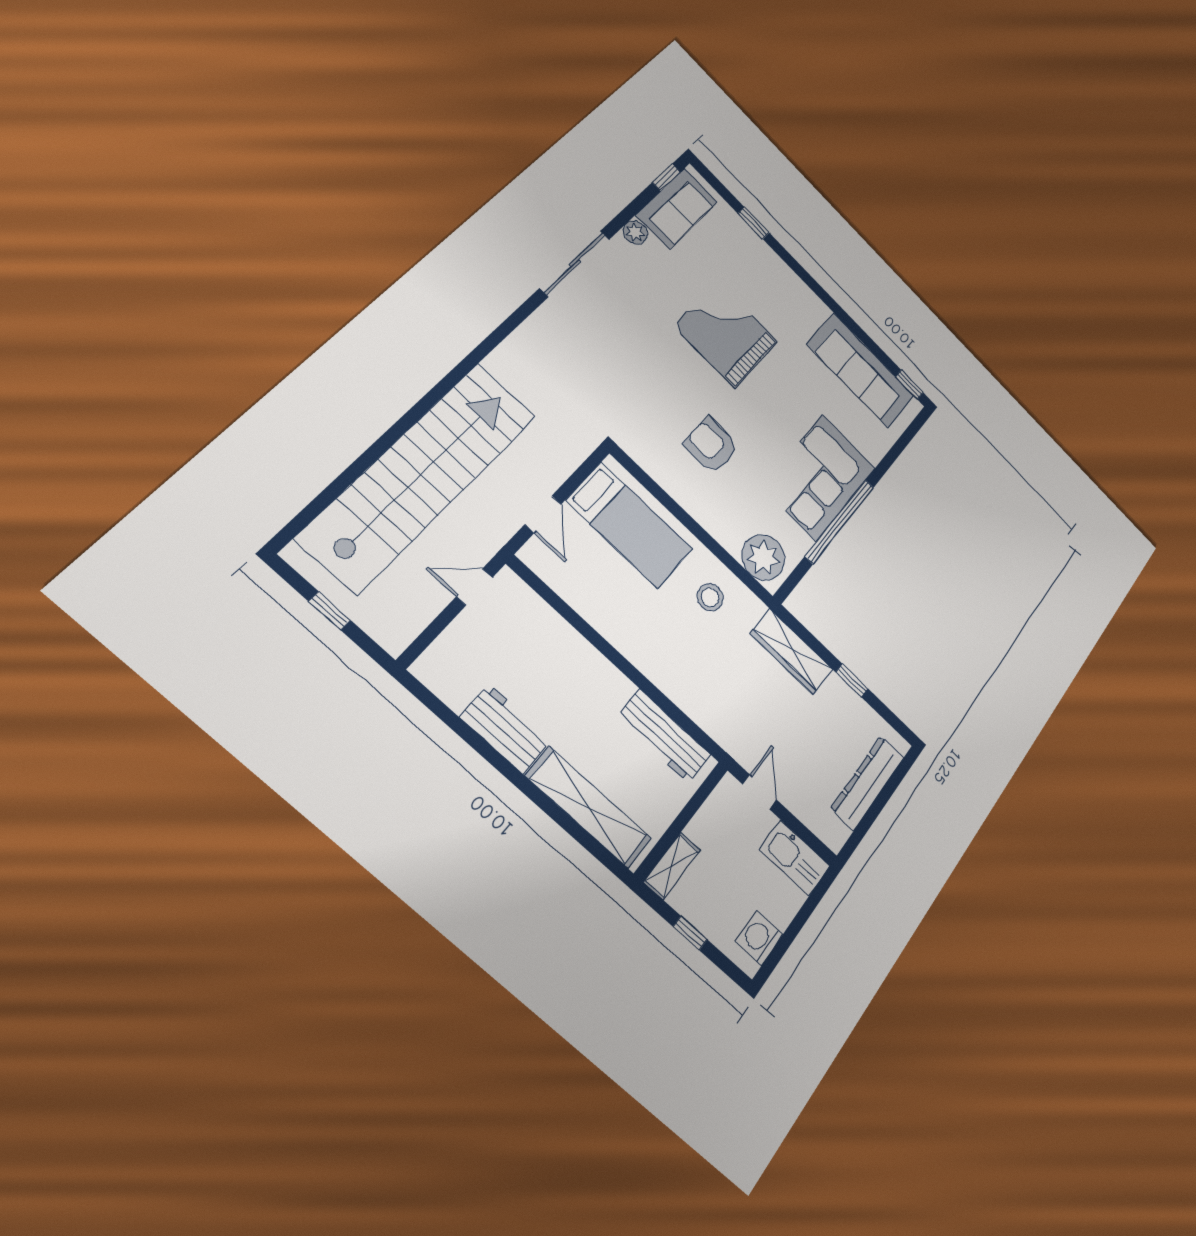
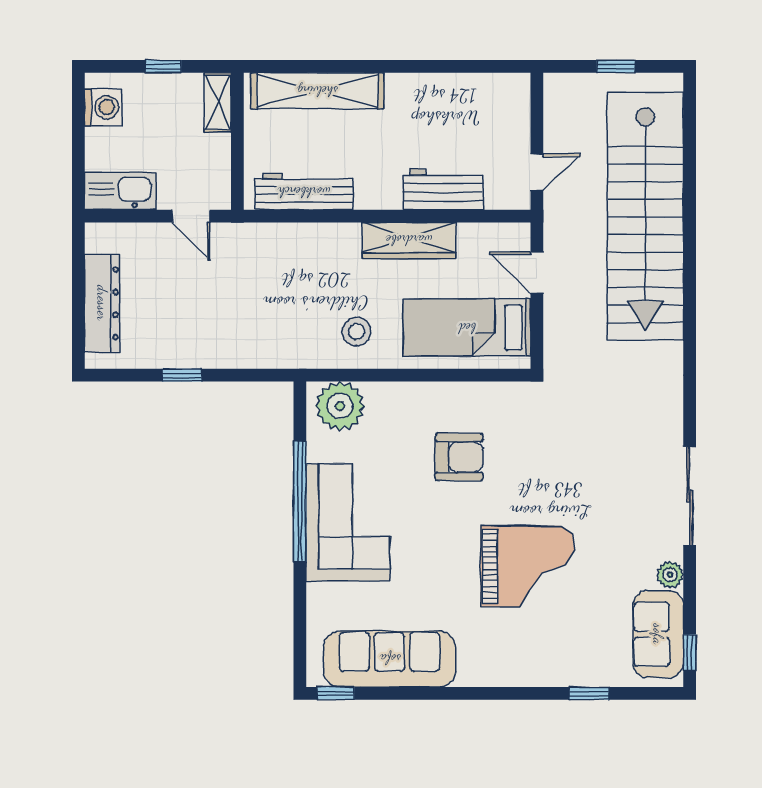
wardrobe: (792, 652) -> (409, 240), moved, turned 180
workbench: (506, 729) -> (443, 189), moved, turned 180

